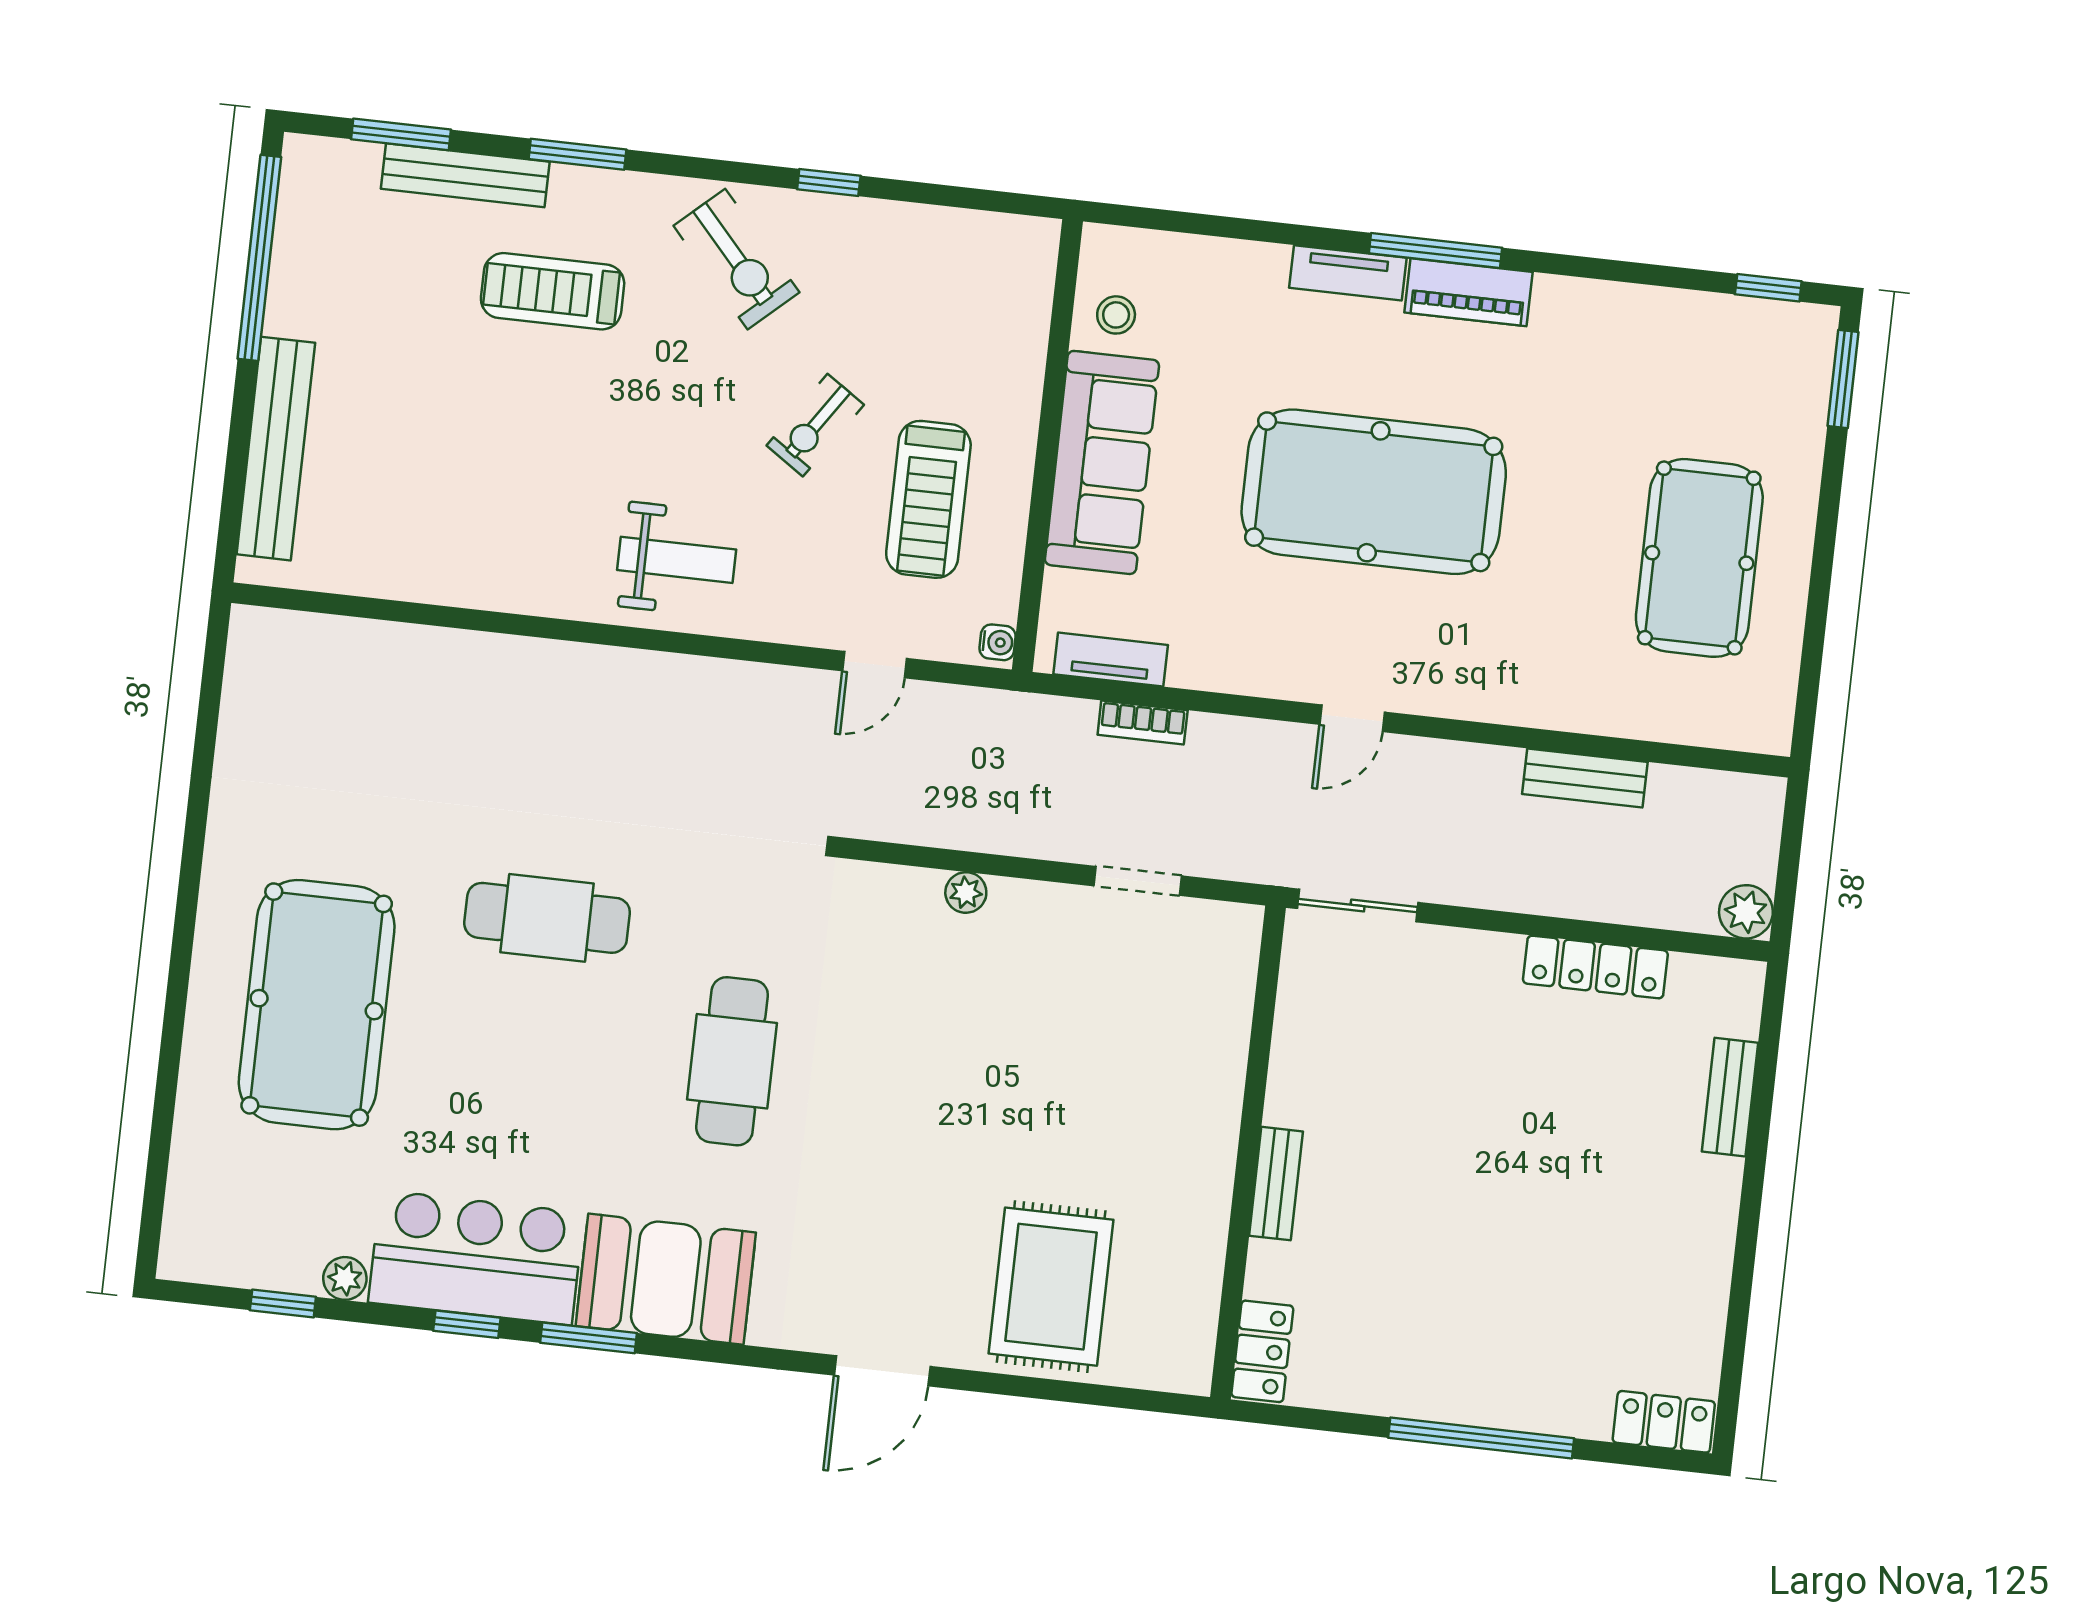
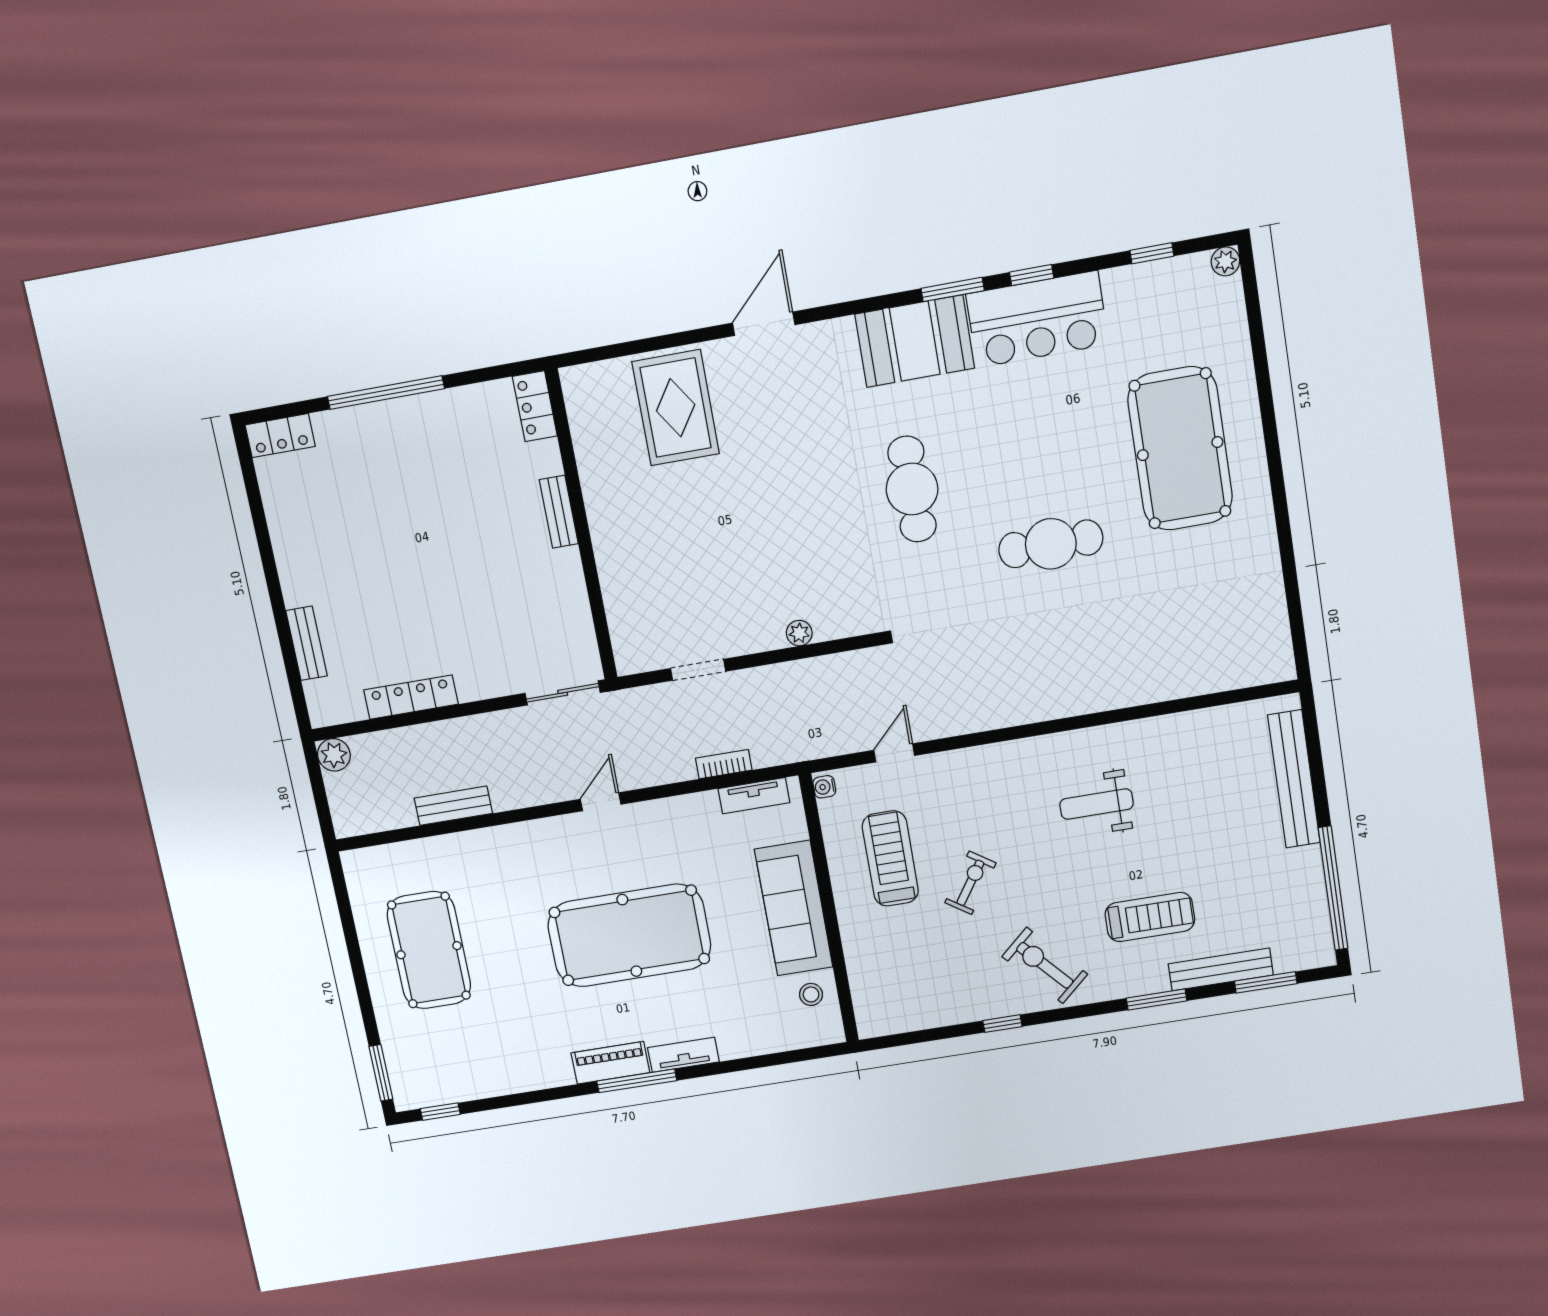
weight bench: (677, 560) -> (1097, 804), moved
plant: (345, 1278) -> (1225, 261), moved

